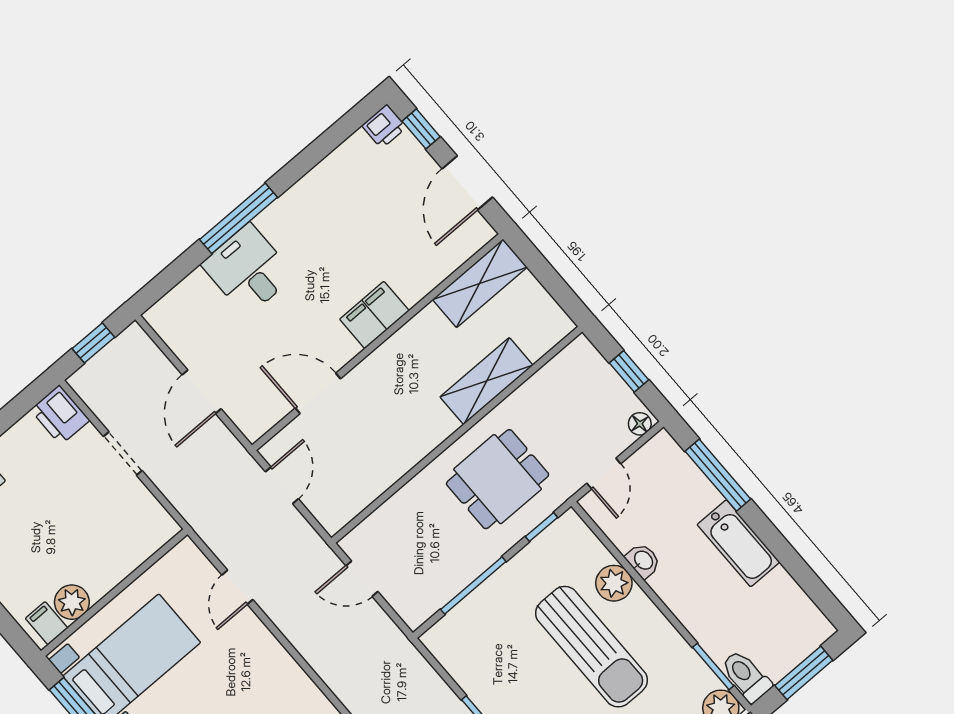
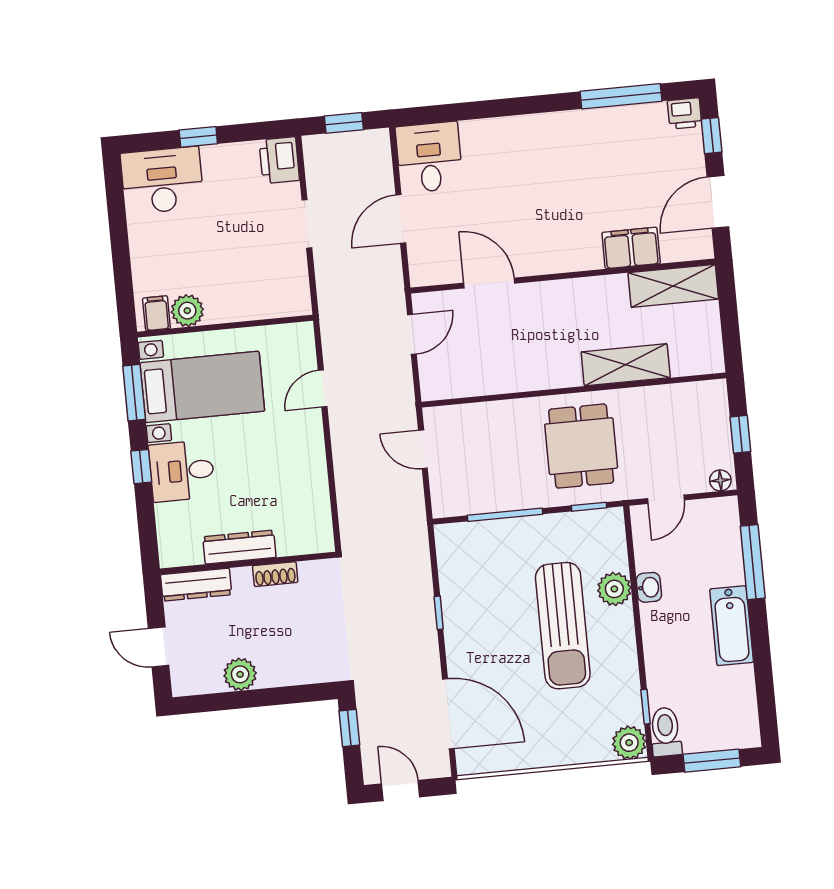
window: (239, 218) -> (621, 96), moved
desk: (248, 270) -> (429, 157), moved
filing cabinet: (374, 315) -> (631, 248), moved
dining table: (498, 479) -> (581, 446), turned 90
window: (713, 667) -> (646, 707), width x0.67

